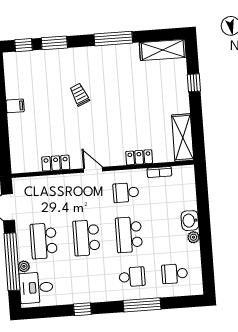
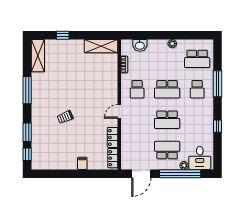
filing cabinet: (15, 106) -> (82, 163), moved
locker: (139, 157) -> (113, 158), moved
washbasin: (190, 221) -> (140, 45), moved
school desk: (44, 241) -> (167, 150), turned 180
school desk: (175, 274) -> (197, 59), width x1.85
school desk: (132, 277) -> (197, 89), turned 180

